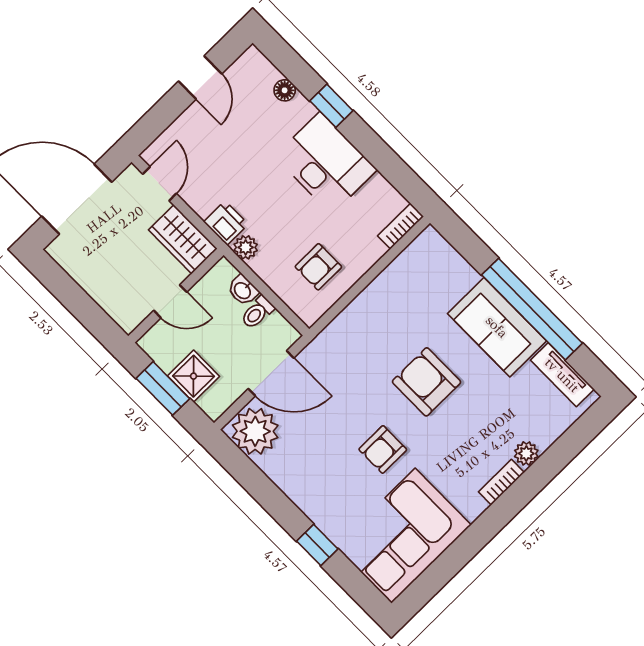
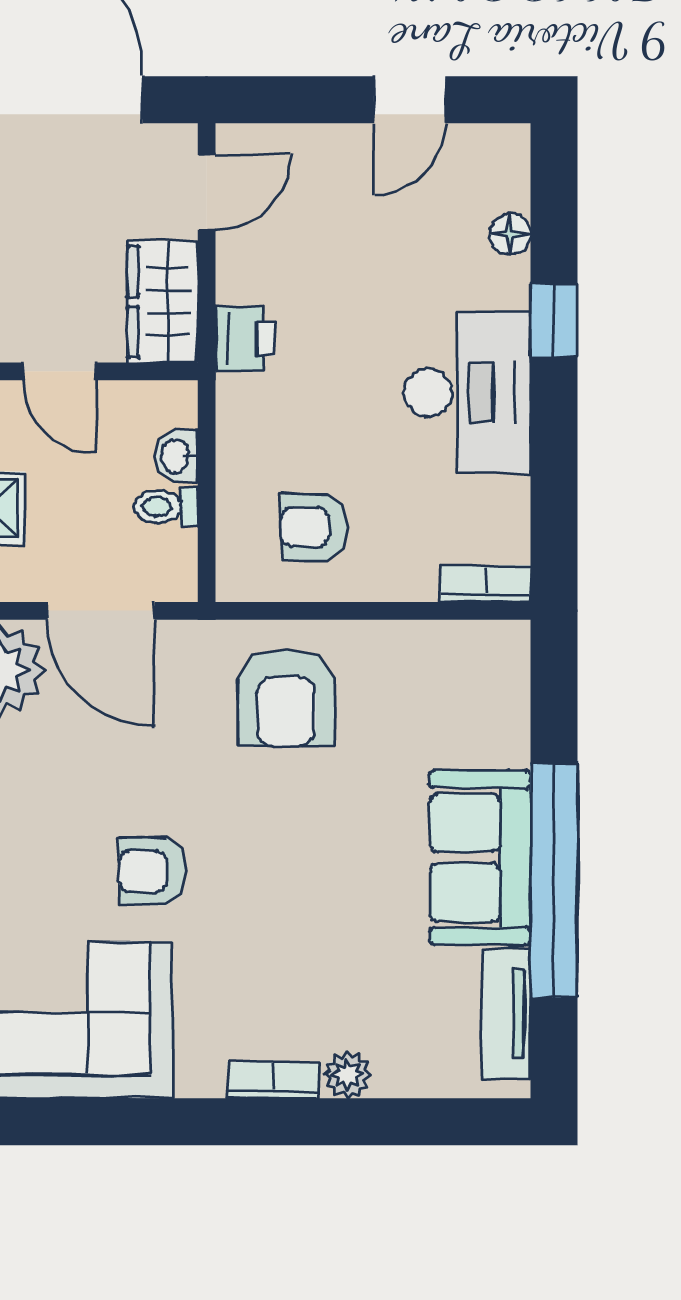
plant: (246, 247) -> (239, 400), removed
armchair: (426, 382) -> (286, 698), moved, turned 180

